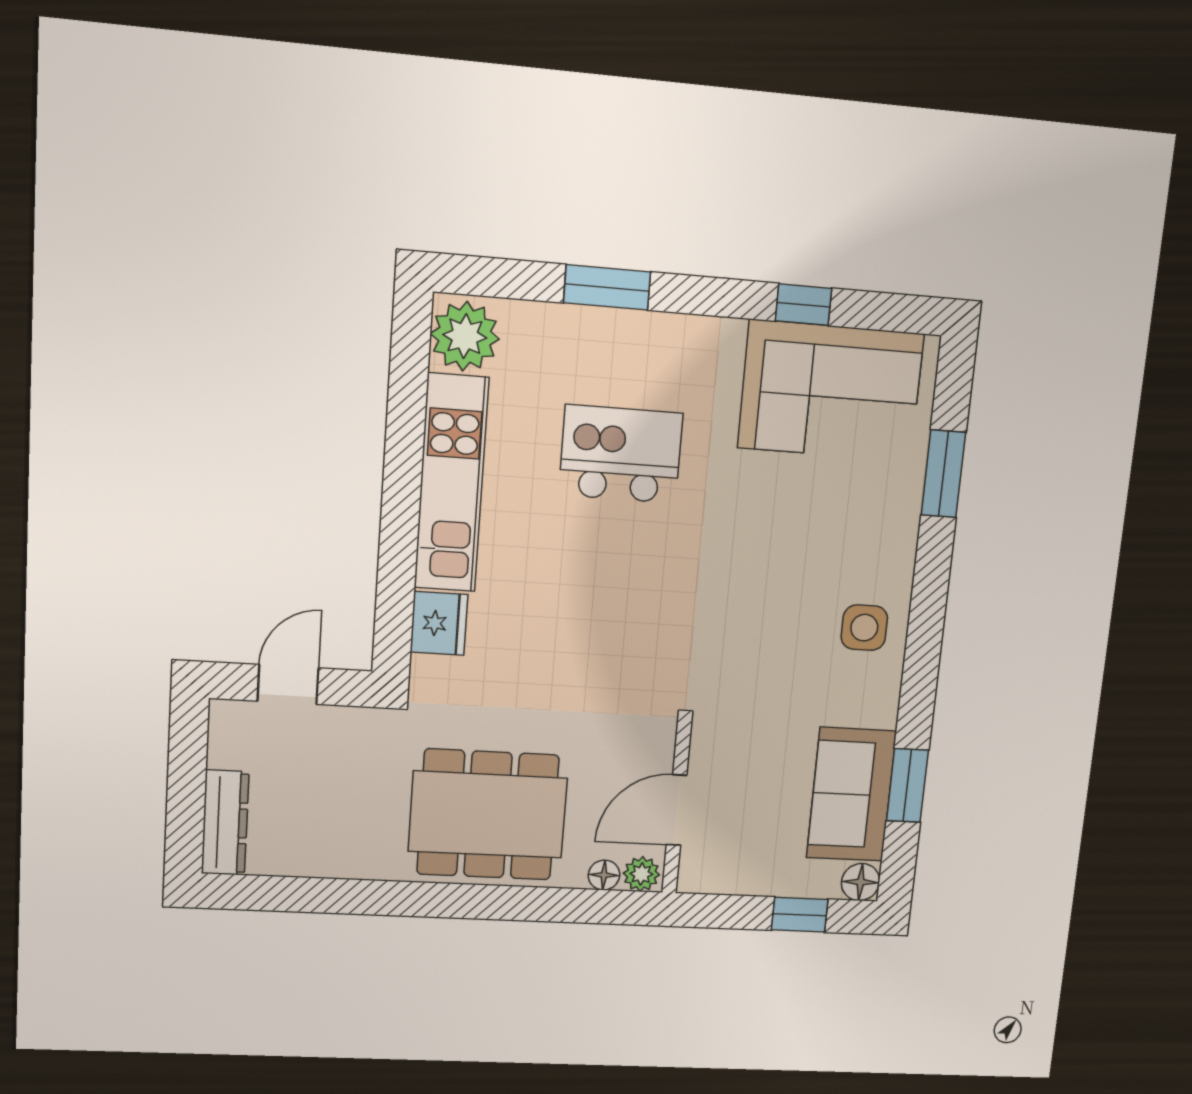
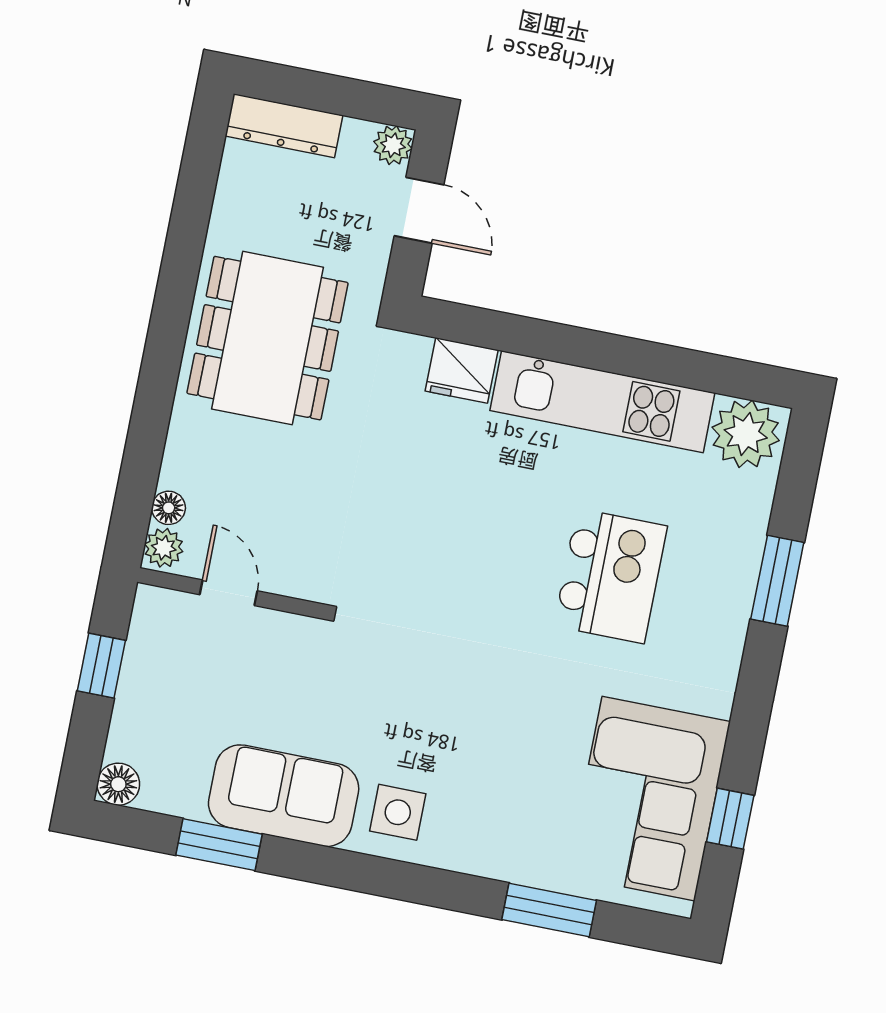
window: (804, 305) -> (730, 819), moved
plant: (228, 718) -> (393, 145), added
sofa: (851, 794) -> (284, 796), moved
door: (677, 810) -> (229, 593), width x0.73
dining table: (488, 815) -> (268, 338), moved
window: (800, 915) -> (101, 666), moved

